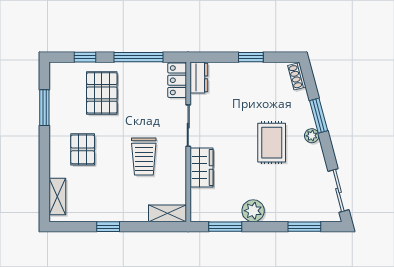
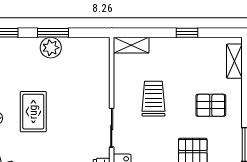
pallet: (83, 149) -> (211, 105), turned 90
wardrobe: (202, 167) -> (99, 88), removed
window: (225, 227) -> (53, 33), moved

